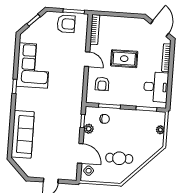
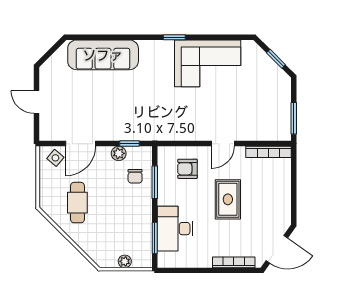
armchair: (66, 24) -> (274, 108), removed
desk: (156, 87) -> (175, 229), moved, turned 90

